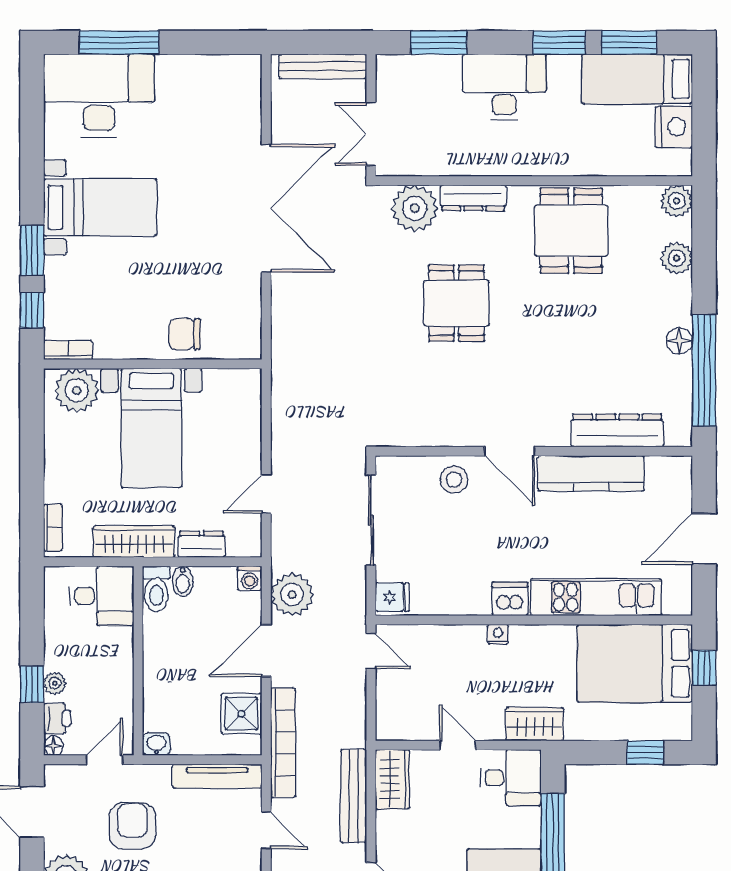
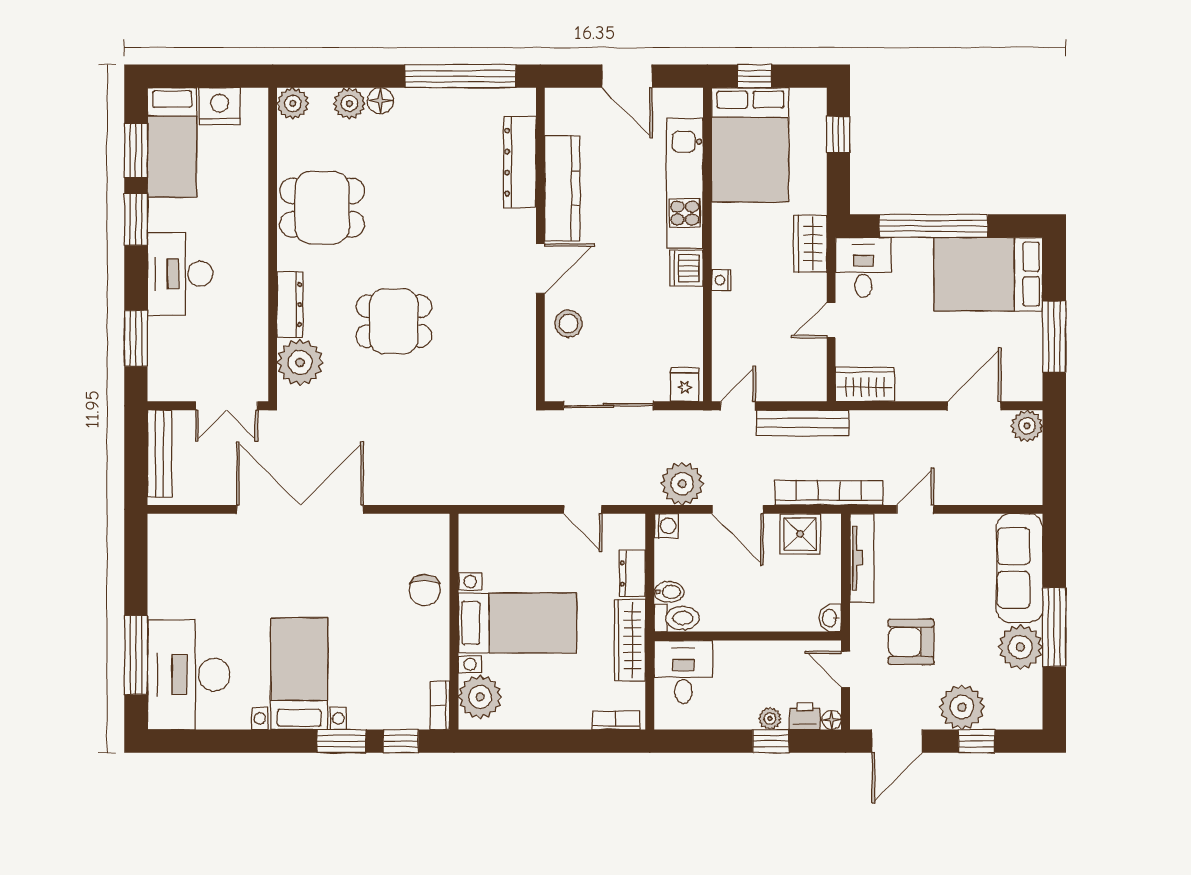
floor lamp: (679, 341) -> (380, 101), moved
bench: (353, 796) -> (803, 423), moved

